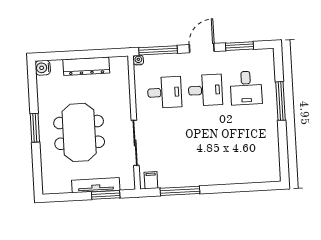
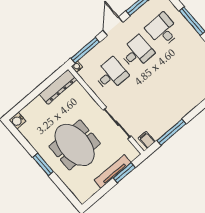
dresser: (86, 66) -> (58, 87), moved
desk: (246, 88) -> (163, 30), turned 180

